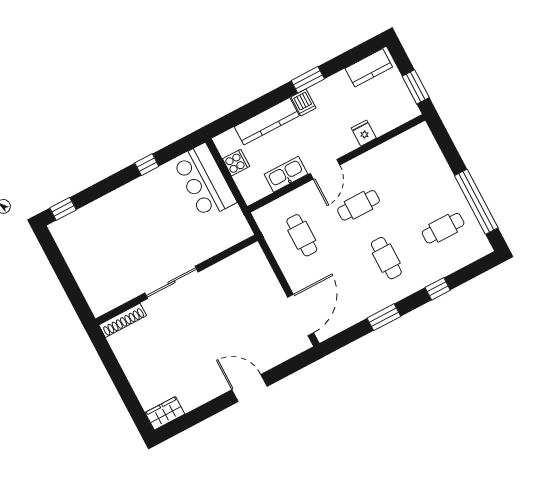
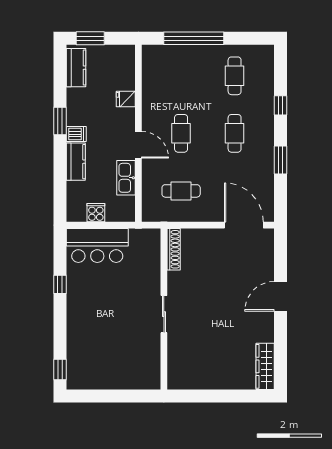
window: (416, 87) -> (90, 38), moved
kitchen counter: (267, 121) -> (76, 162), width x0.67
window: (476, 202) -> (194, 38), moved
cafe table: (386, 258) -> (235, 133), turned 90
sliding door: (171, 282) -> (164, 314), width x0.73
shoe rack: (123, 320) -> (174, 249), moved
wardrobe: (165, 413) -> (265, 366), width x1.50

